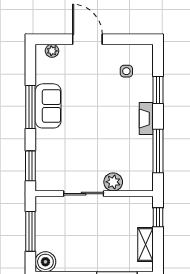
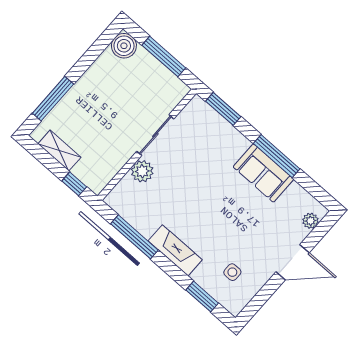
window: (158, 90) -> (202, 297), moved
fireplace: (146, 118) -> (175, 250), width x1.37, depth x1.32

